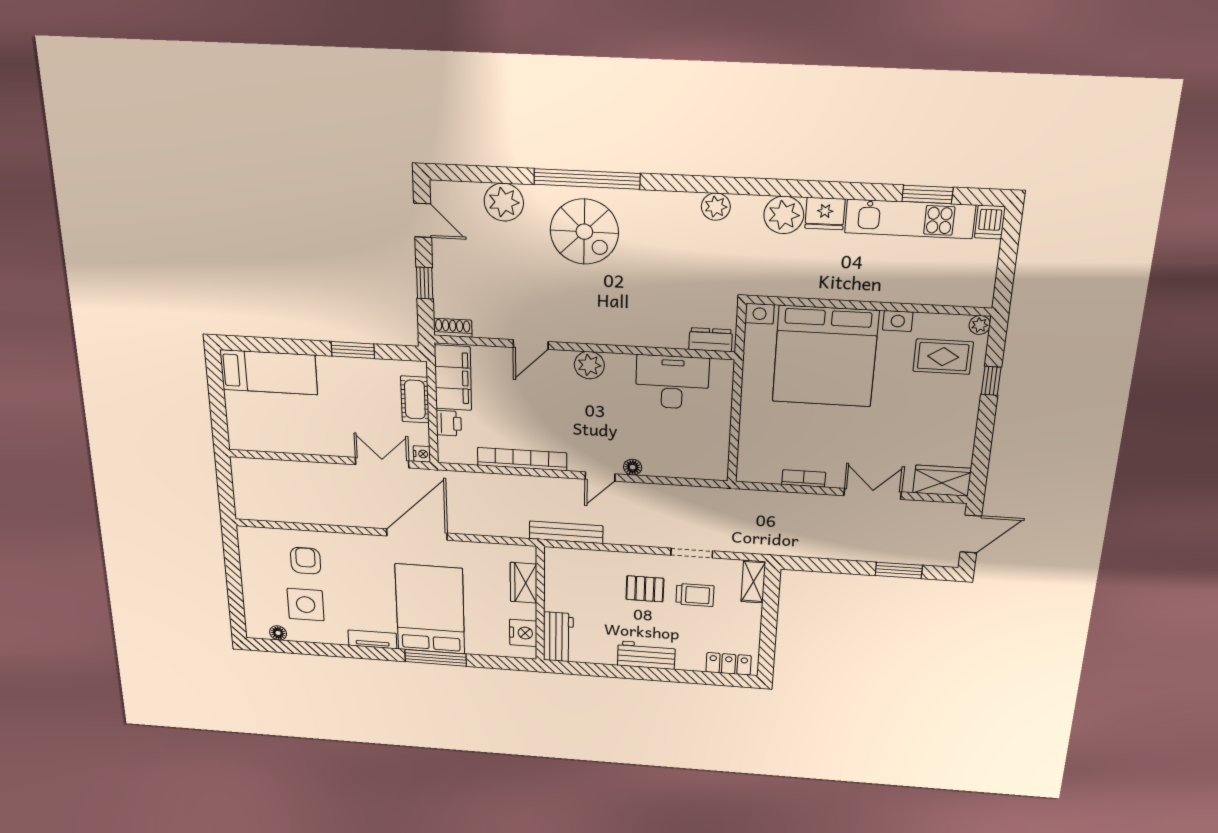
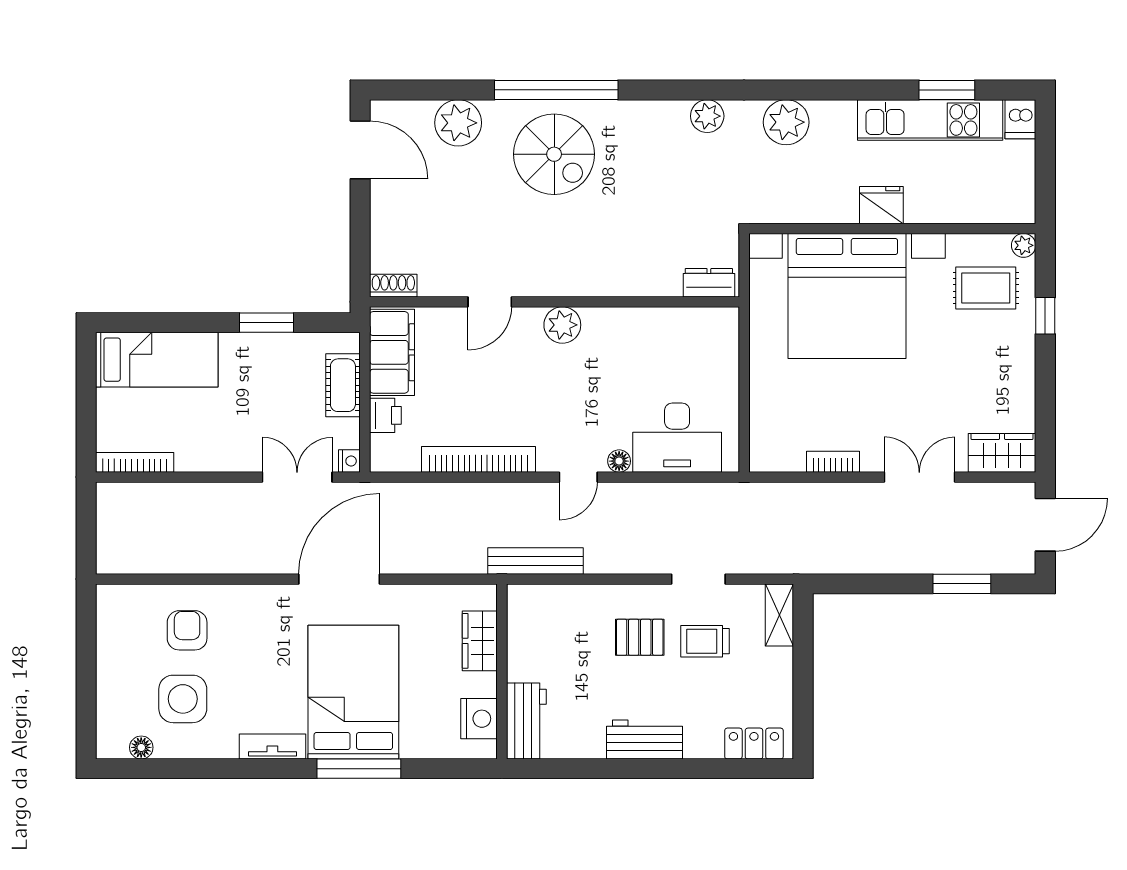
fridge: (825, 214) -> (881, 205), moved, turned 180
door: (423, 220) -> (360, 150), width x1.38
window: (425, 283) -> (360, 229), removed
desk: (672, 382) -> (677, 438), moved, turned 180
bookcase: (258, 445) -> (135, 462), added
trolley: (695, 595) -> (705, 641), turned 180

